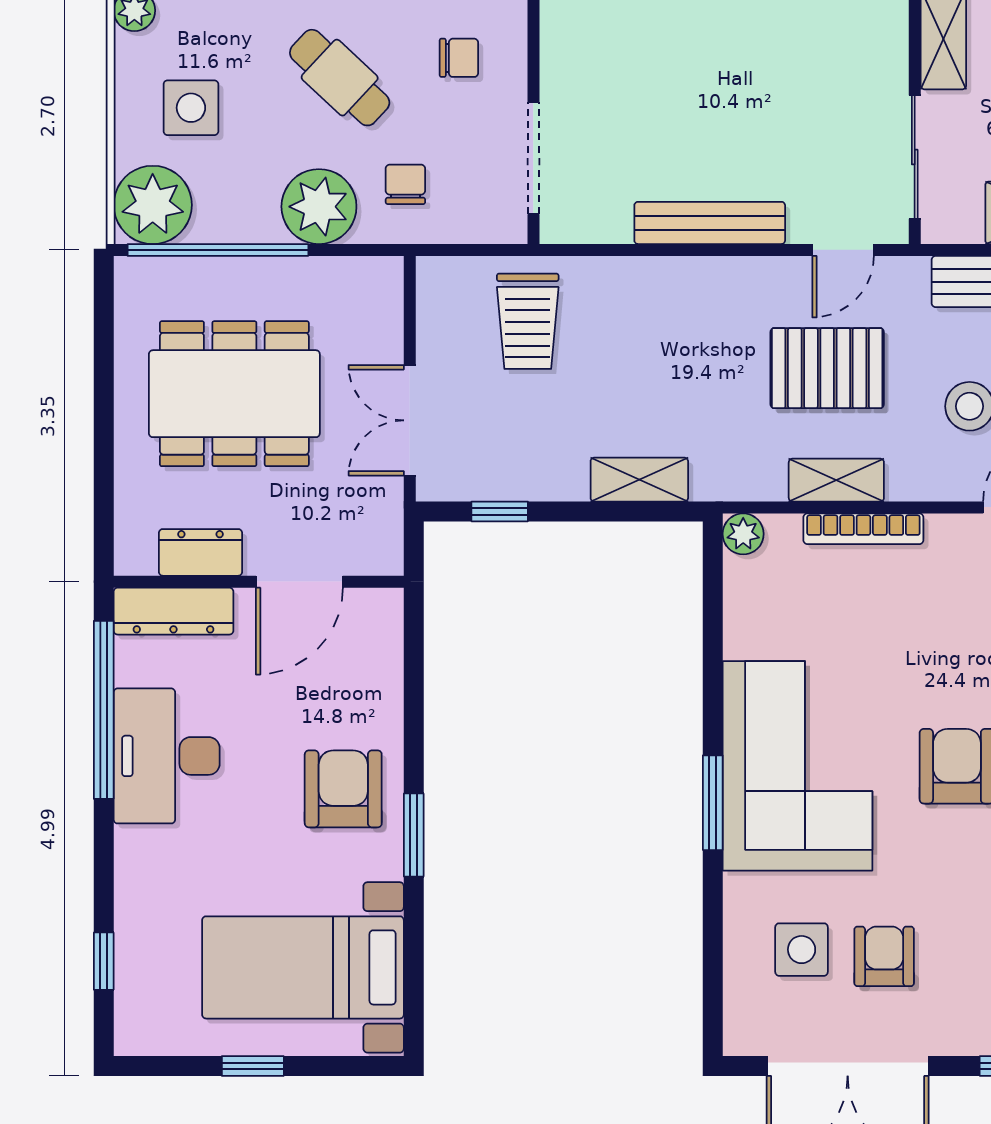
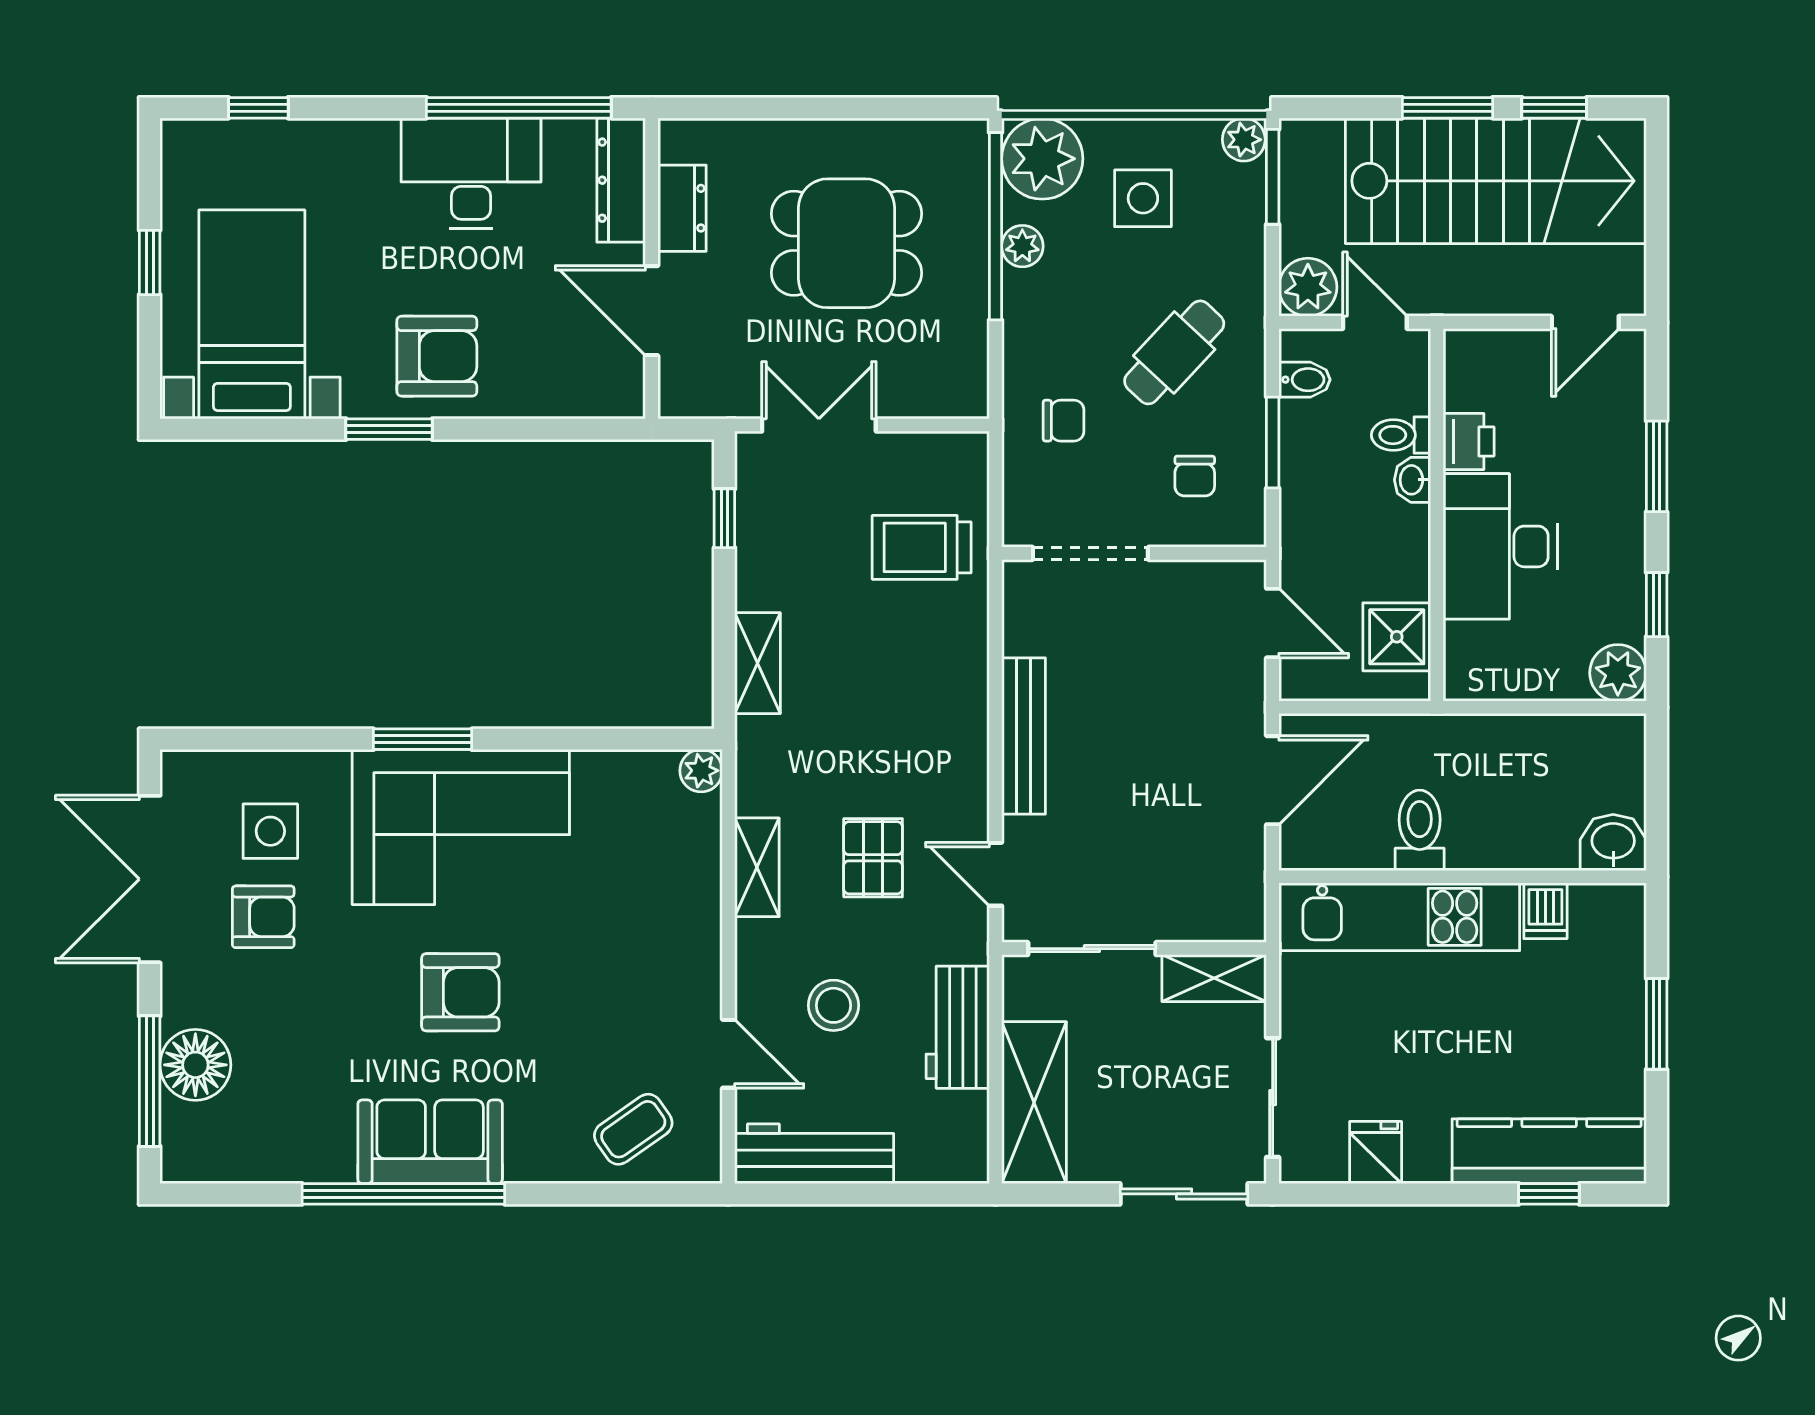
plant: (319, 207) -> (1022, 246), moved, width x0.53, depth x0.53
pallet: (827, 368) -> (873, 858), width x0.67, depth x0.71
dining table: (234, 394) -> (846, 243), width x0.73
bookcase: (863, 529) -> (707, 895), removed

